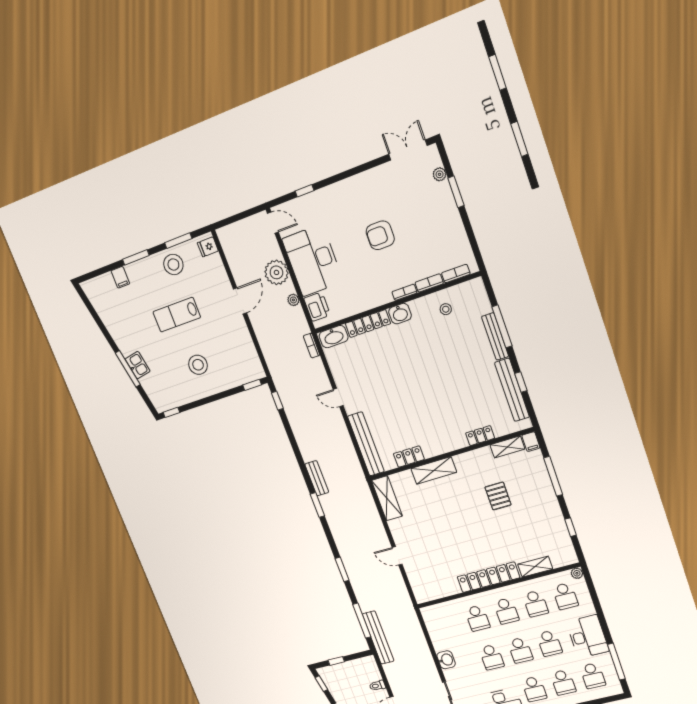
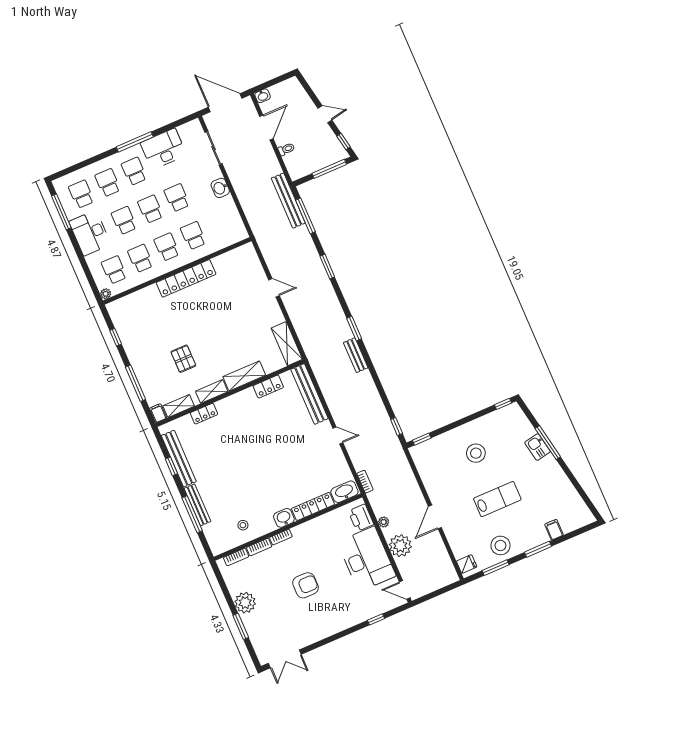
plant: (440, 174) -> (245, 603), moved, width x1.87, depth x1.87
shelving: (535, 567) -> (212, 391), moved
window: (336, 661) -> (329, 169), width x2.17

